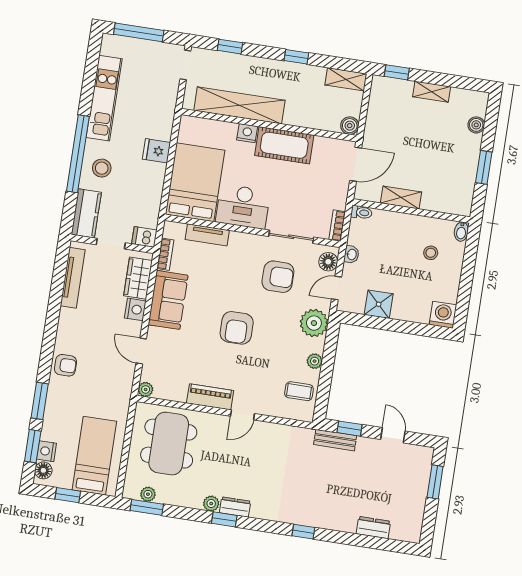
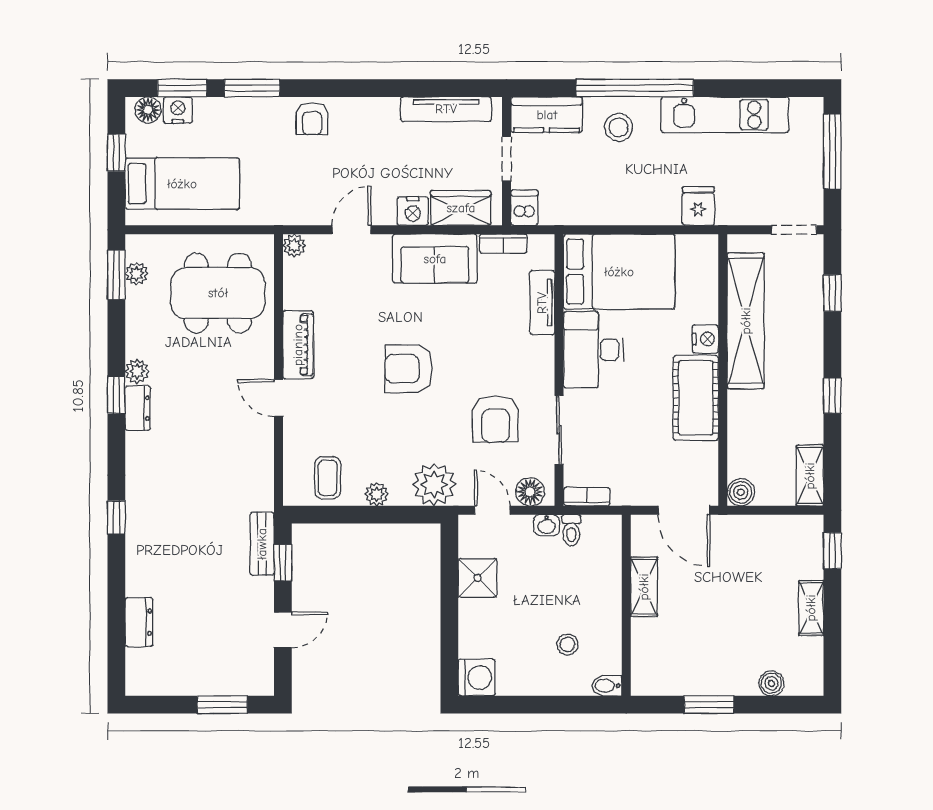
fridge: (156, 151) -> (698, 206), moved
toilet: (361, 212) -> (571, 530), moved

